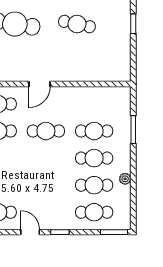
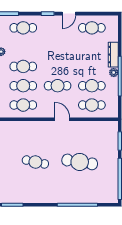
door: (39, 84) -> (62, 119), hinge flipped
cafe table: (94, 185) -> (23, 105), moved
door: (30, 232) -> (69, 14), hinge flipped

